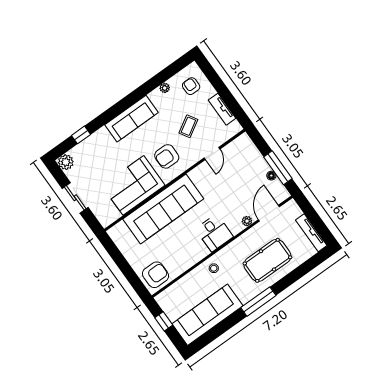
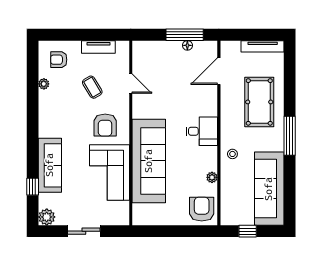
sofa: (132, 119) -> (50, 165), moved
door: (269, 213) -> (219, 71), hinge flipped
plant: (247, 221) -> (212, 177), moved

